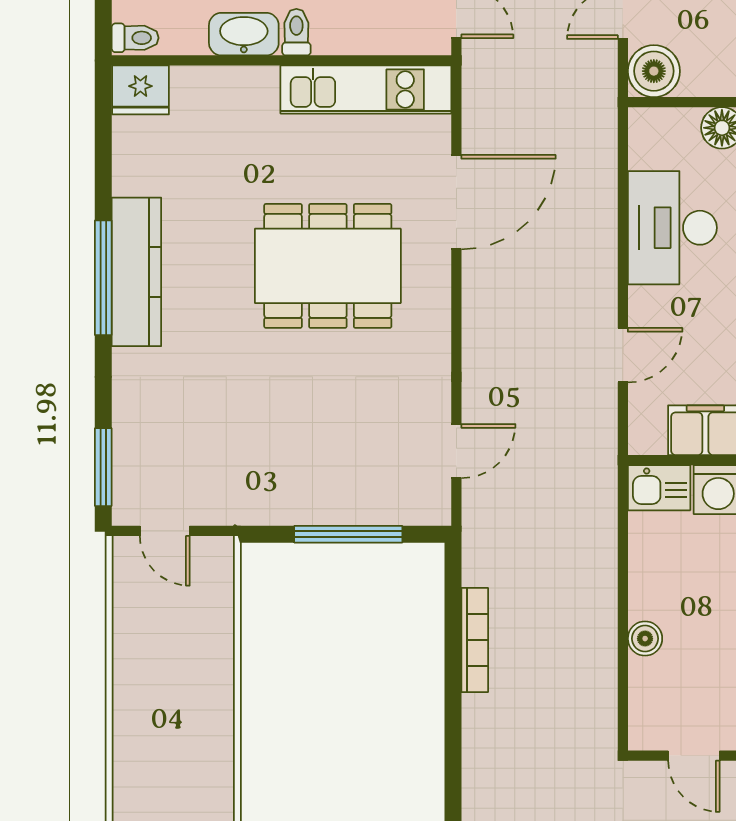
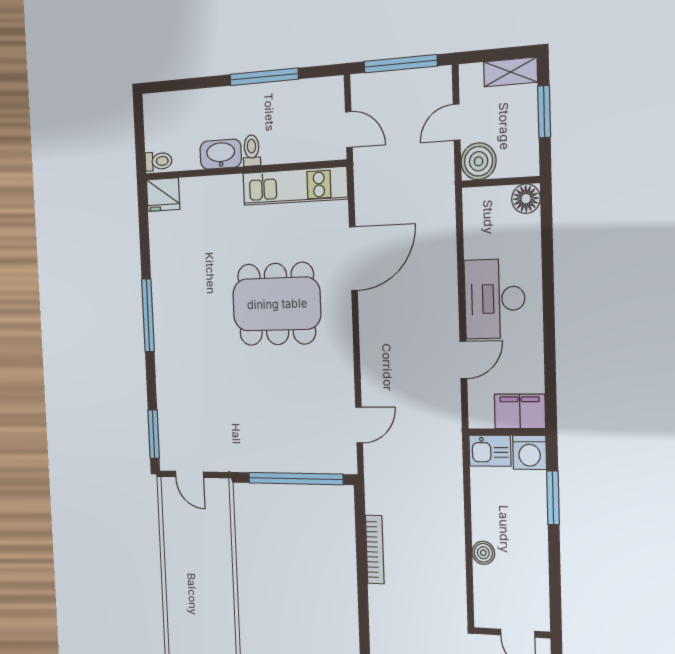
desk: (672, 228) -> (495, 299), moved
kitchen counter: (136, 272) -> (166, 311), removed
window: (348, 534) -> (295, 479), width x1.46

